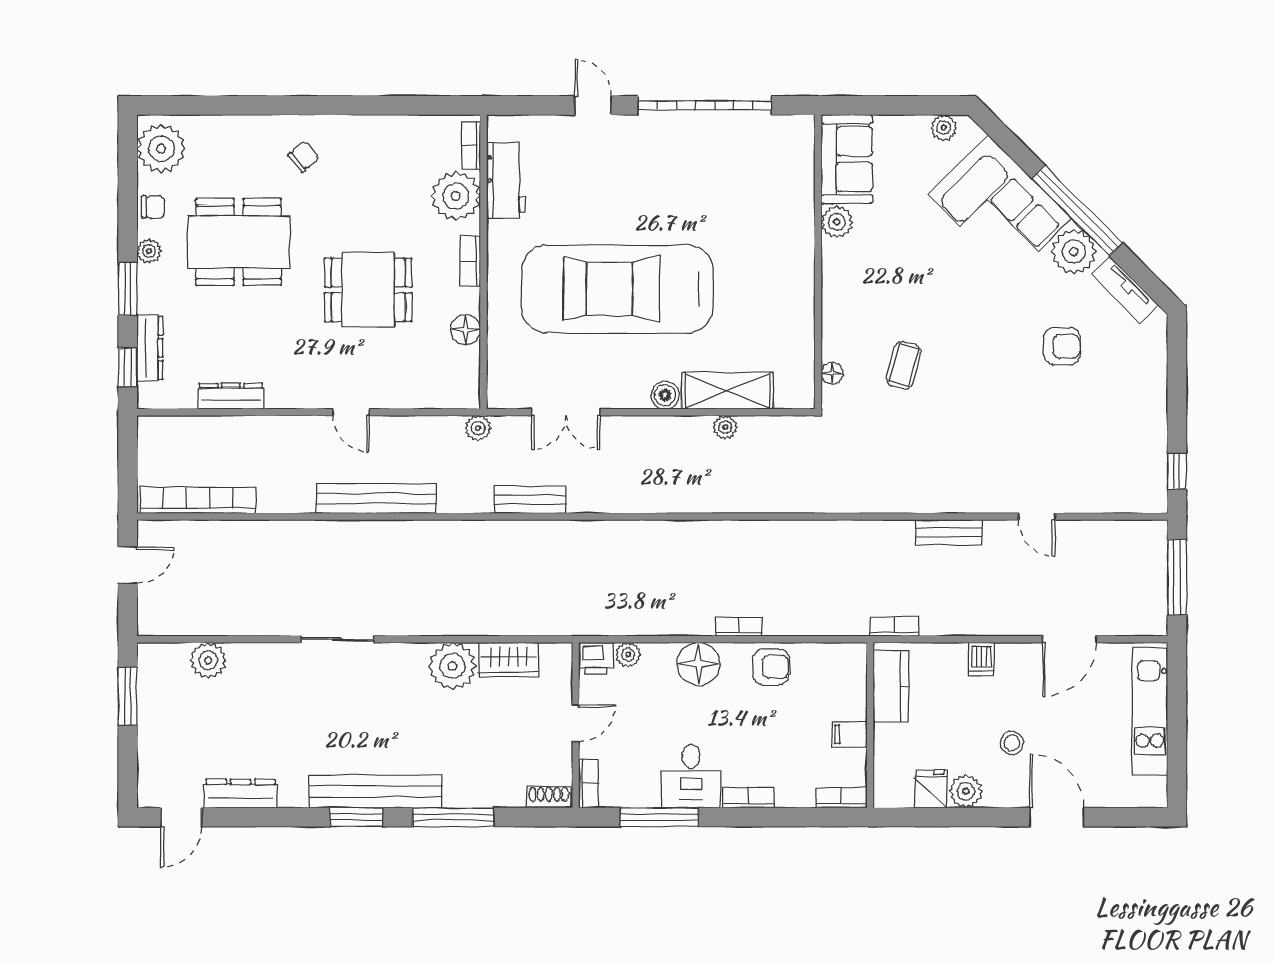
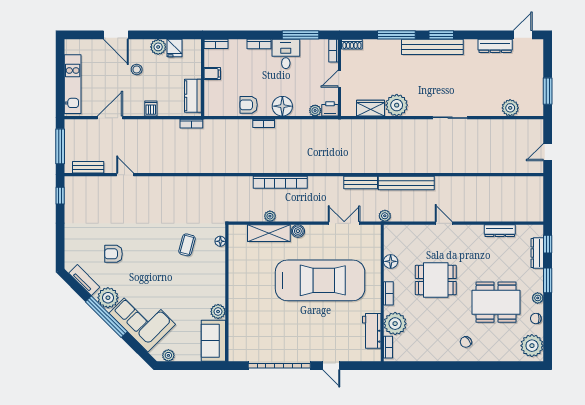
bench: (376, 499) -> (406, 183), moved
bookcase: (198, 500) -> (280, 182), moved
bench: (949, 532) -> (88, 167), moved

